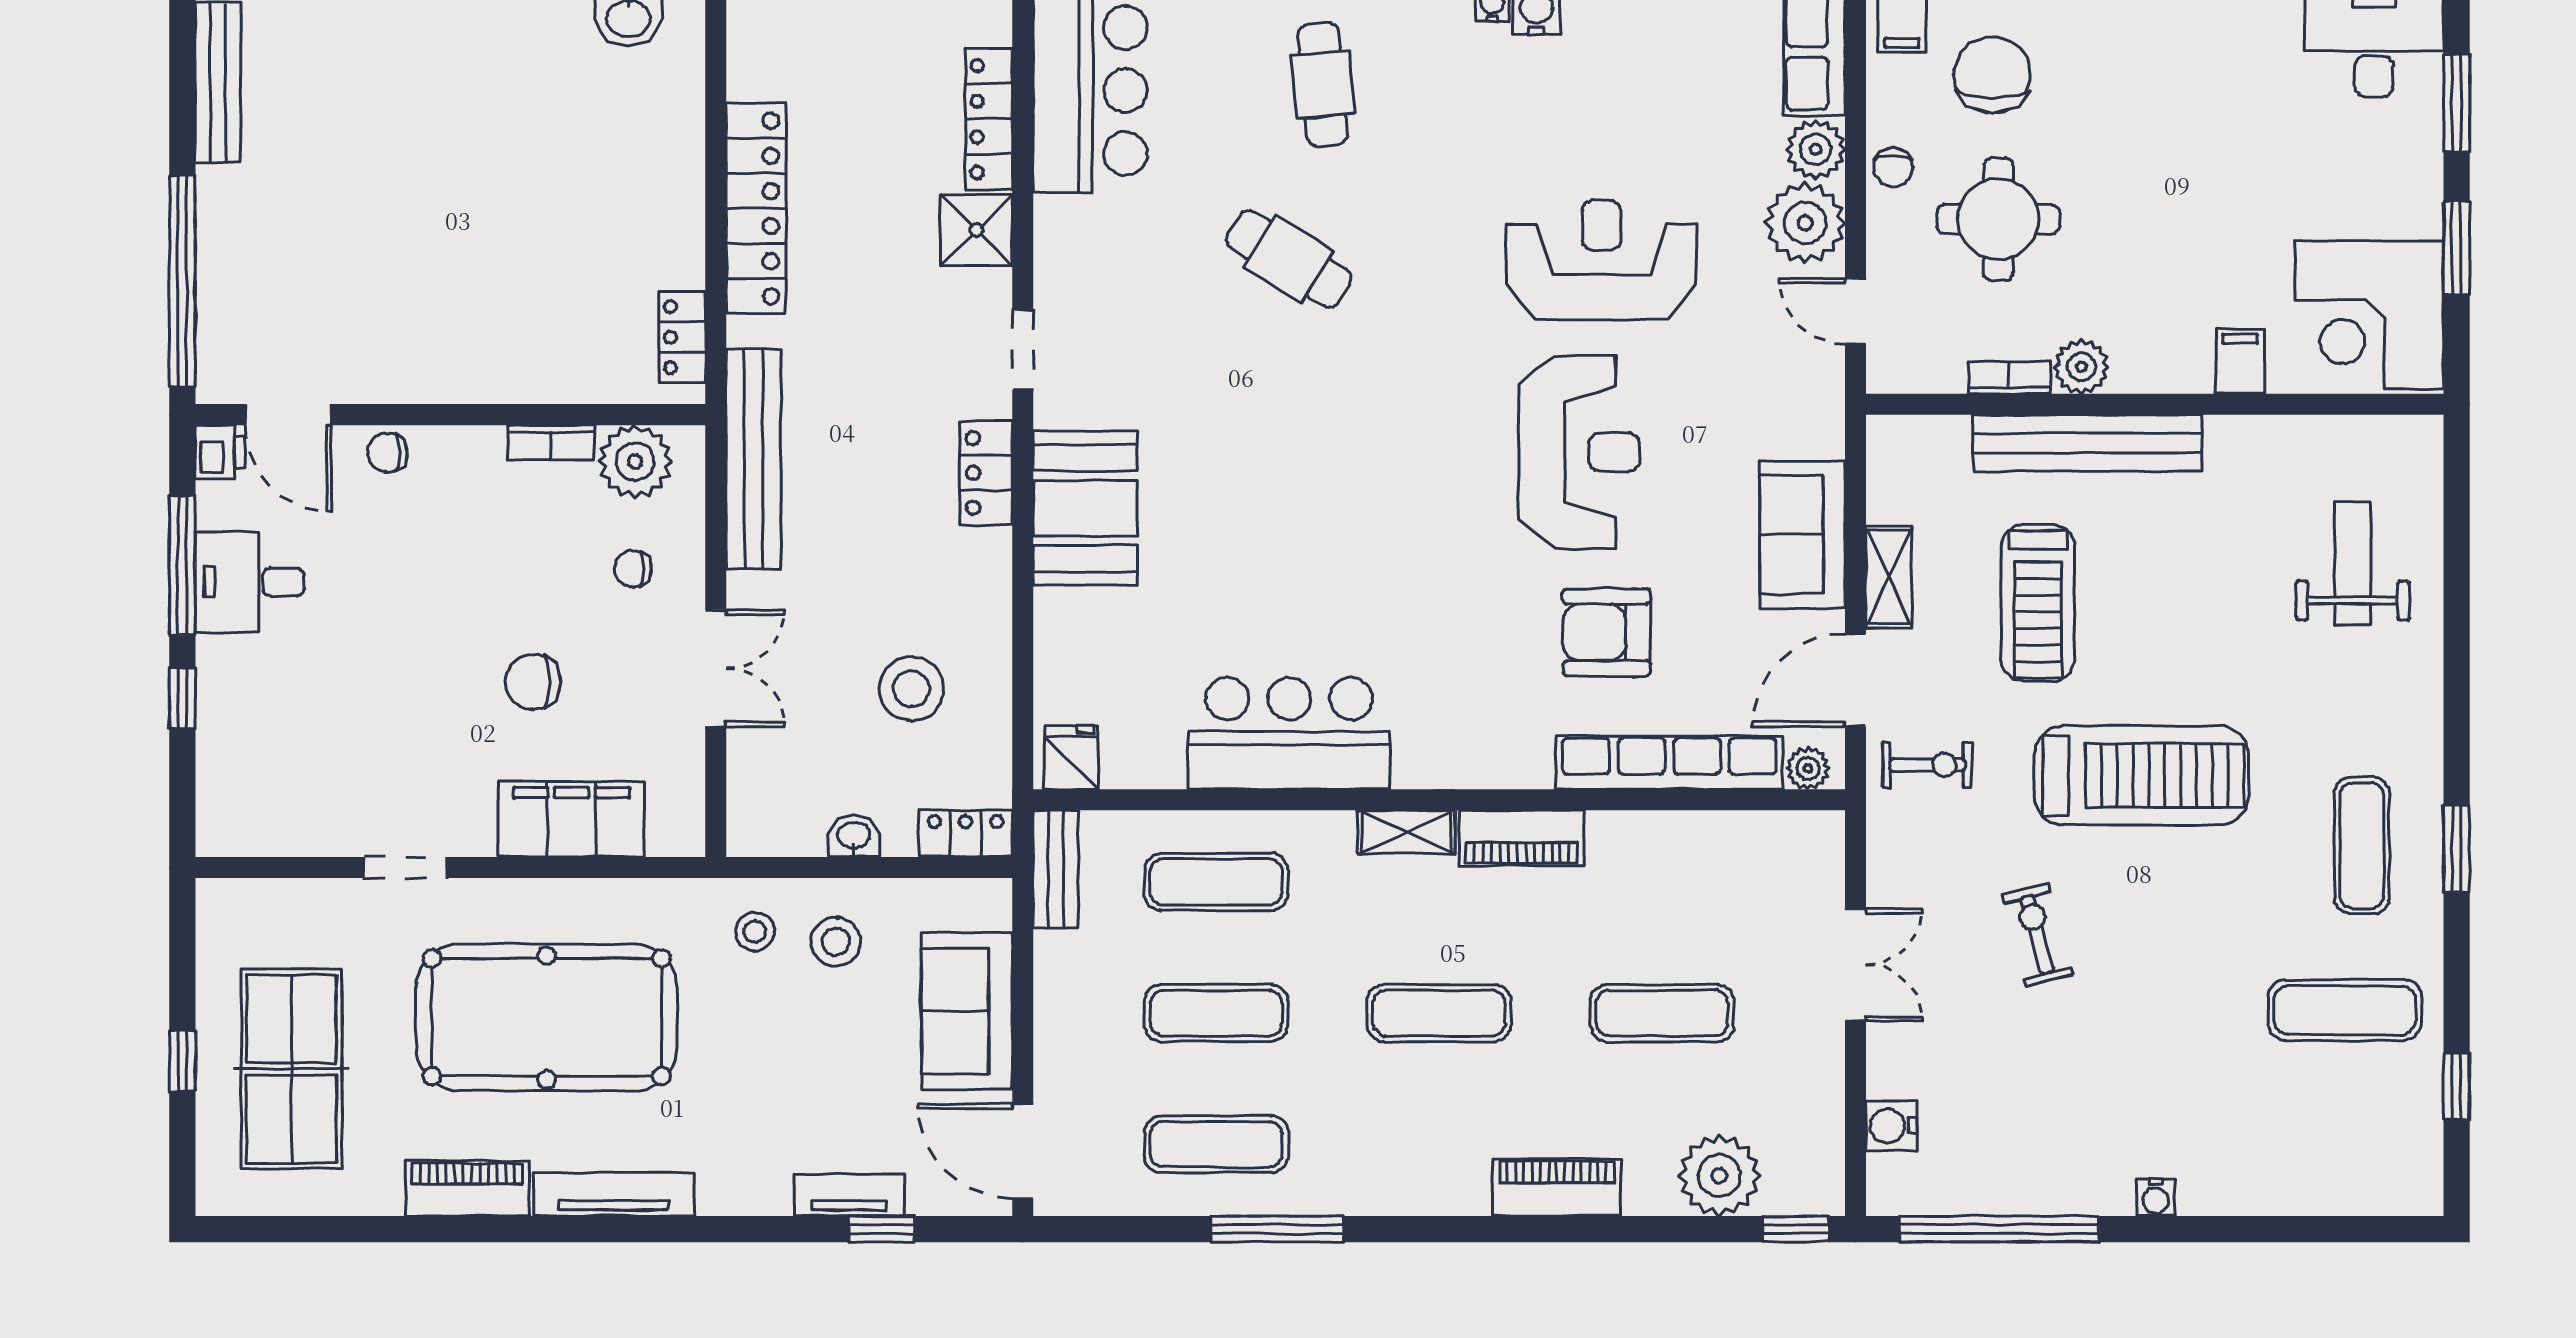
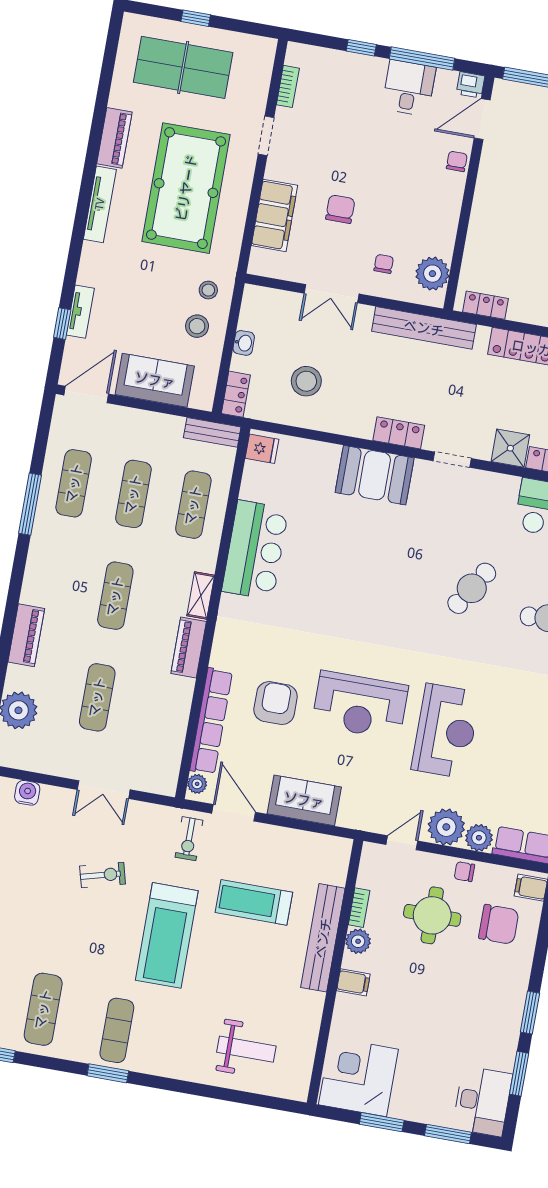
filing cabinet: (2240, 361) -> (353, 982), moved
bookcase: (551, 442) -> (288, 86), moved, turned 180
shelving: (1889, 577) -> (278, 836), removed
exercise mat: (2362, 845) -> (117, 1030), turned 90

